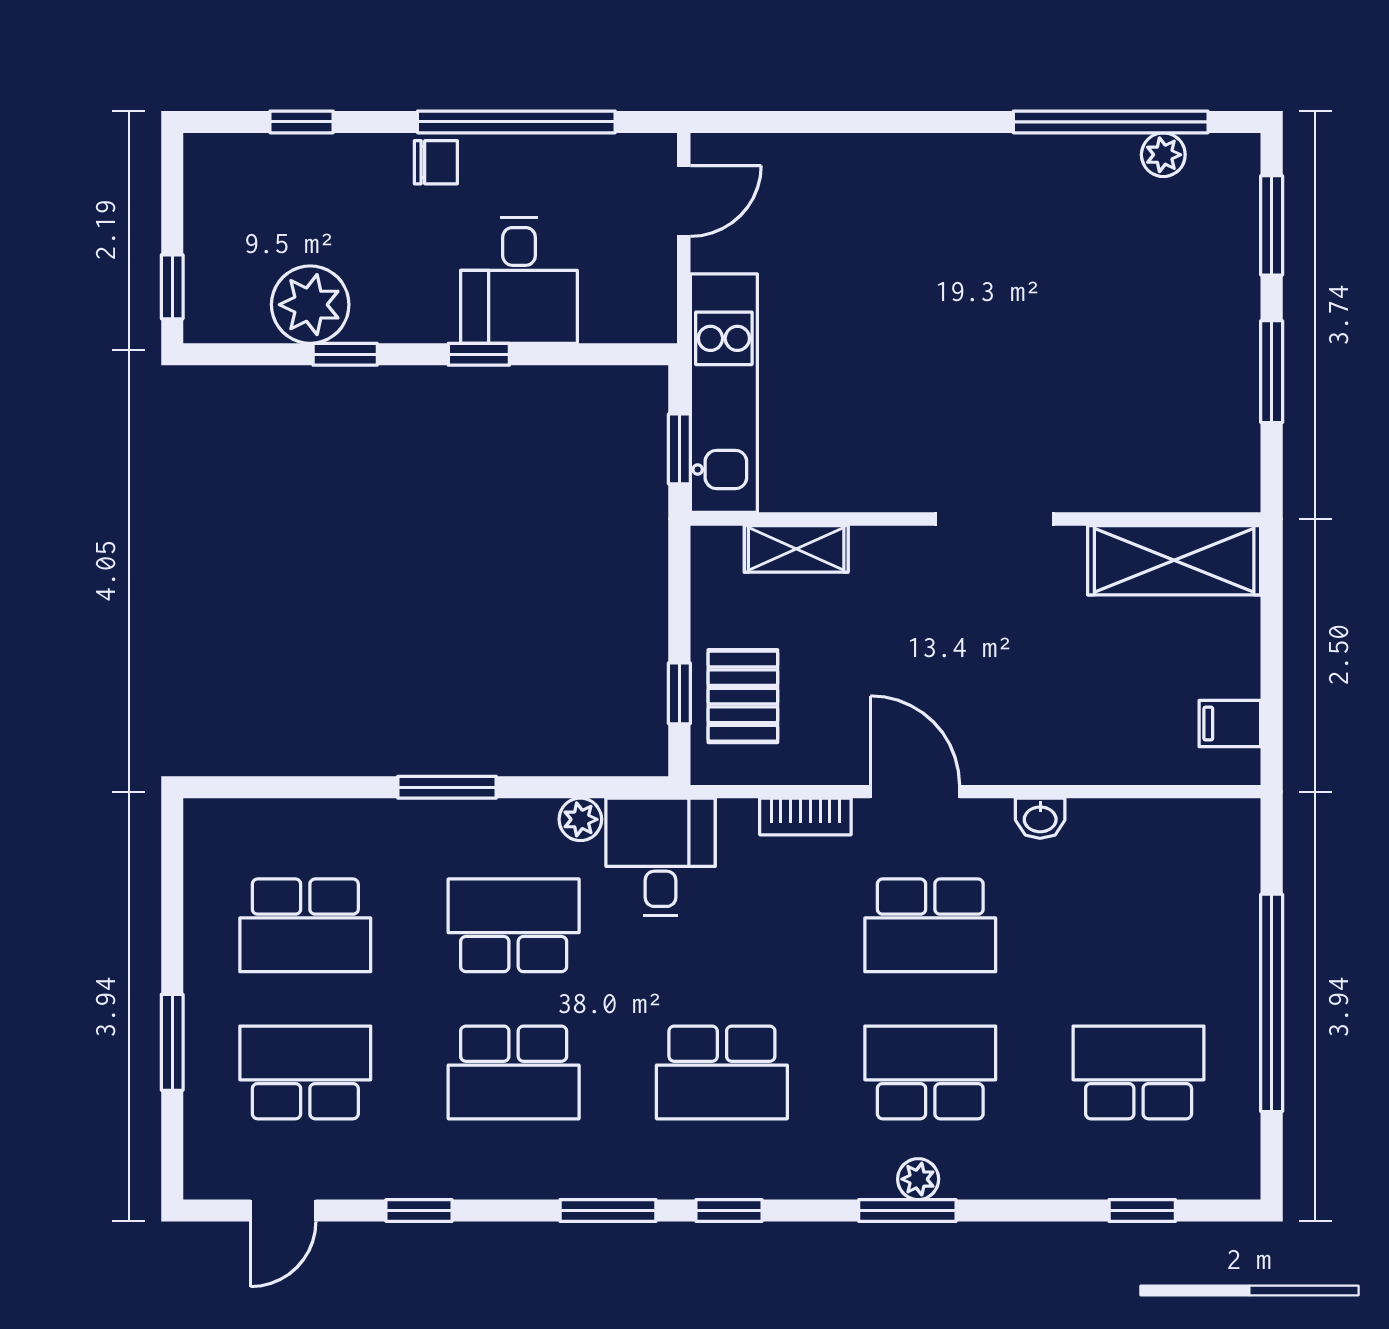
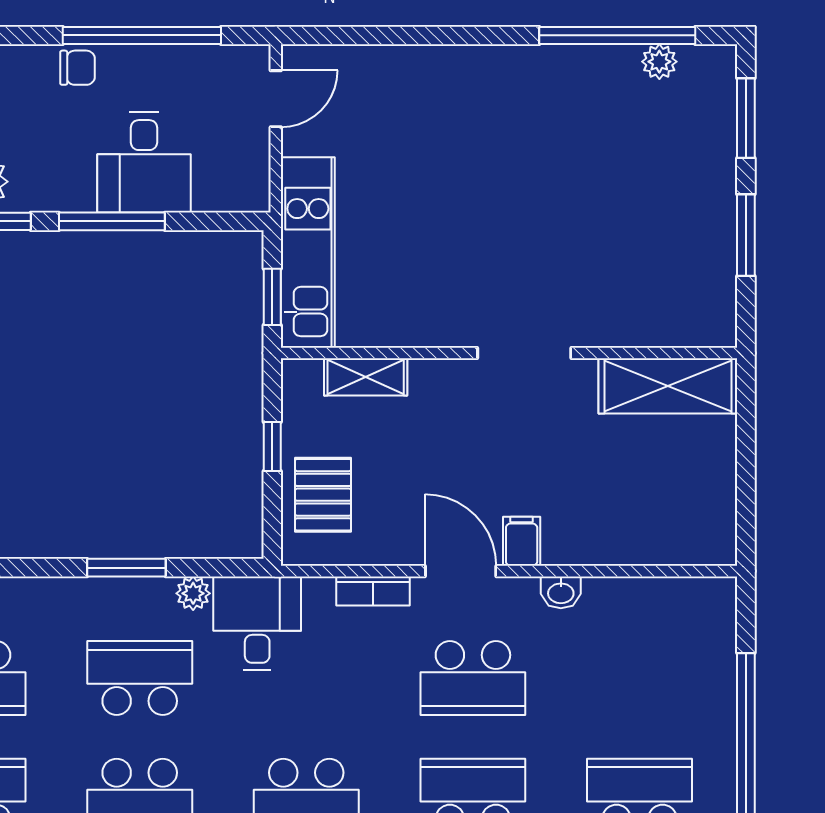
window: (479, 354) -> (112, 221), width x2.17
window: (679, 693) -> (272, 446), moved
filing cabinet: (1230, 724) -> (522, 541), moved, turned 90
window: (447, 787) -> (126, 568), moved

